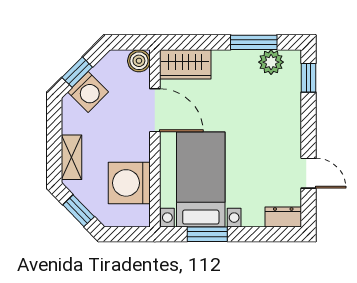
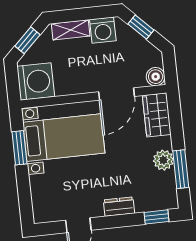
plant: (271, 62) -> (163, 160), moved
washing machine: (88, 92) -> (103, 30), moved, turned -45
washing machine: (129, 183) -> (36, 81), moved, turned 90
dresser: (283, 217) -> (119, 207), moved, turned -90

